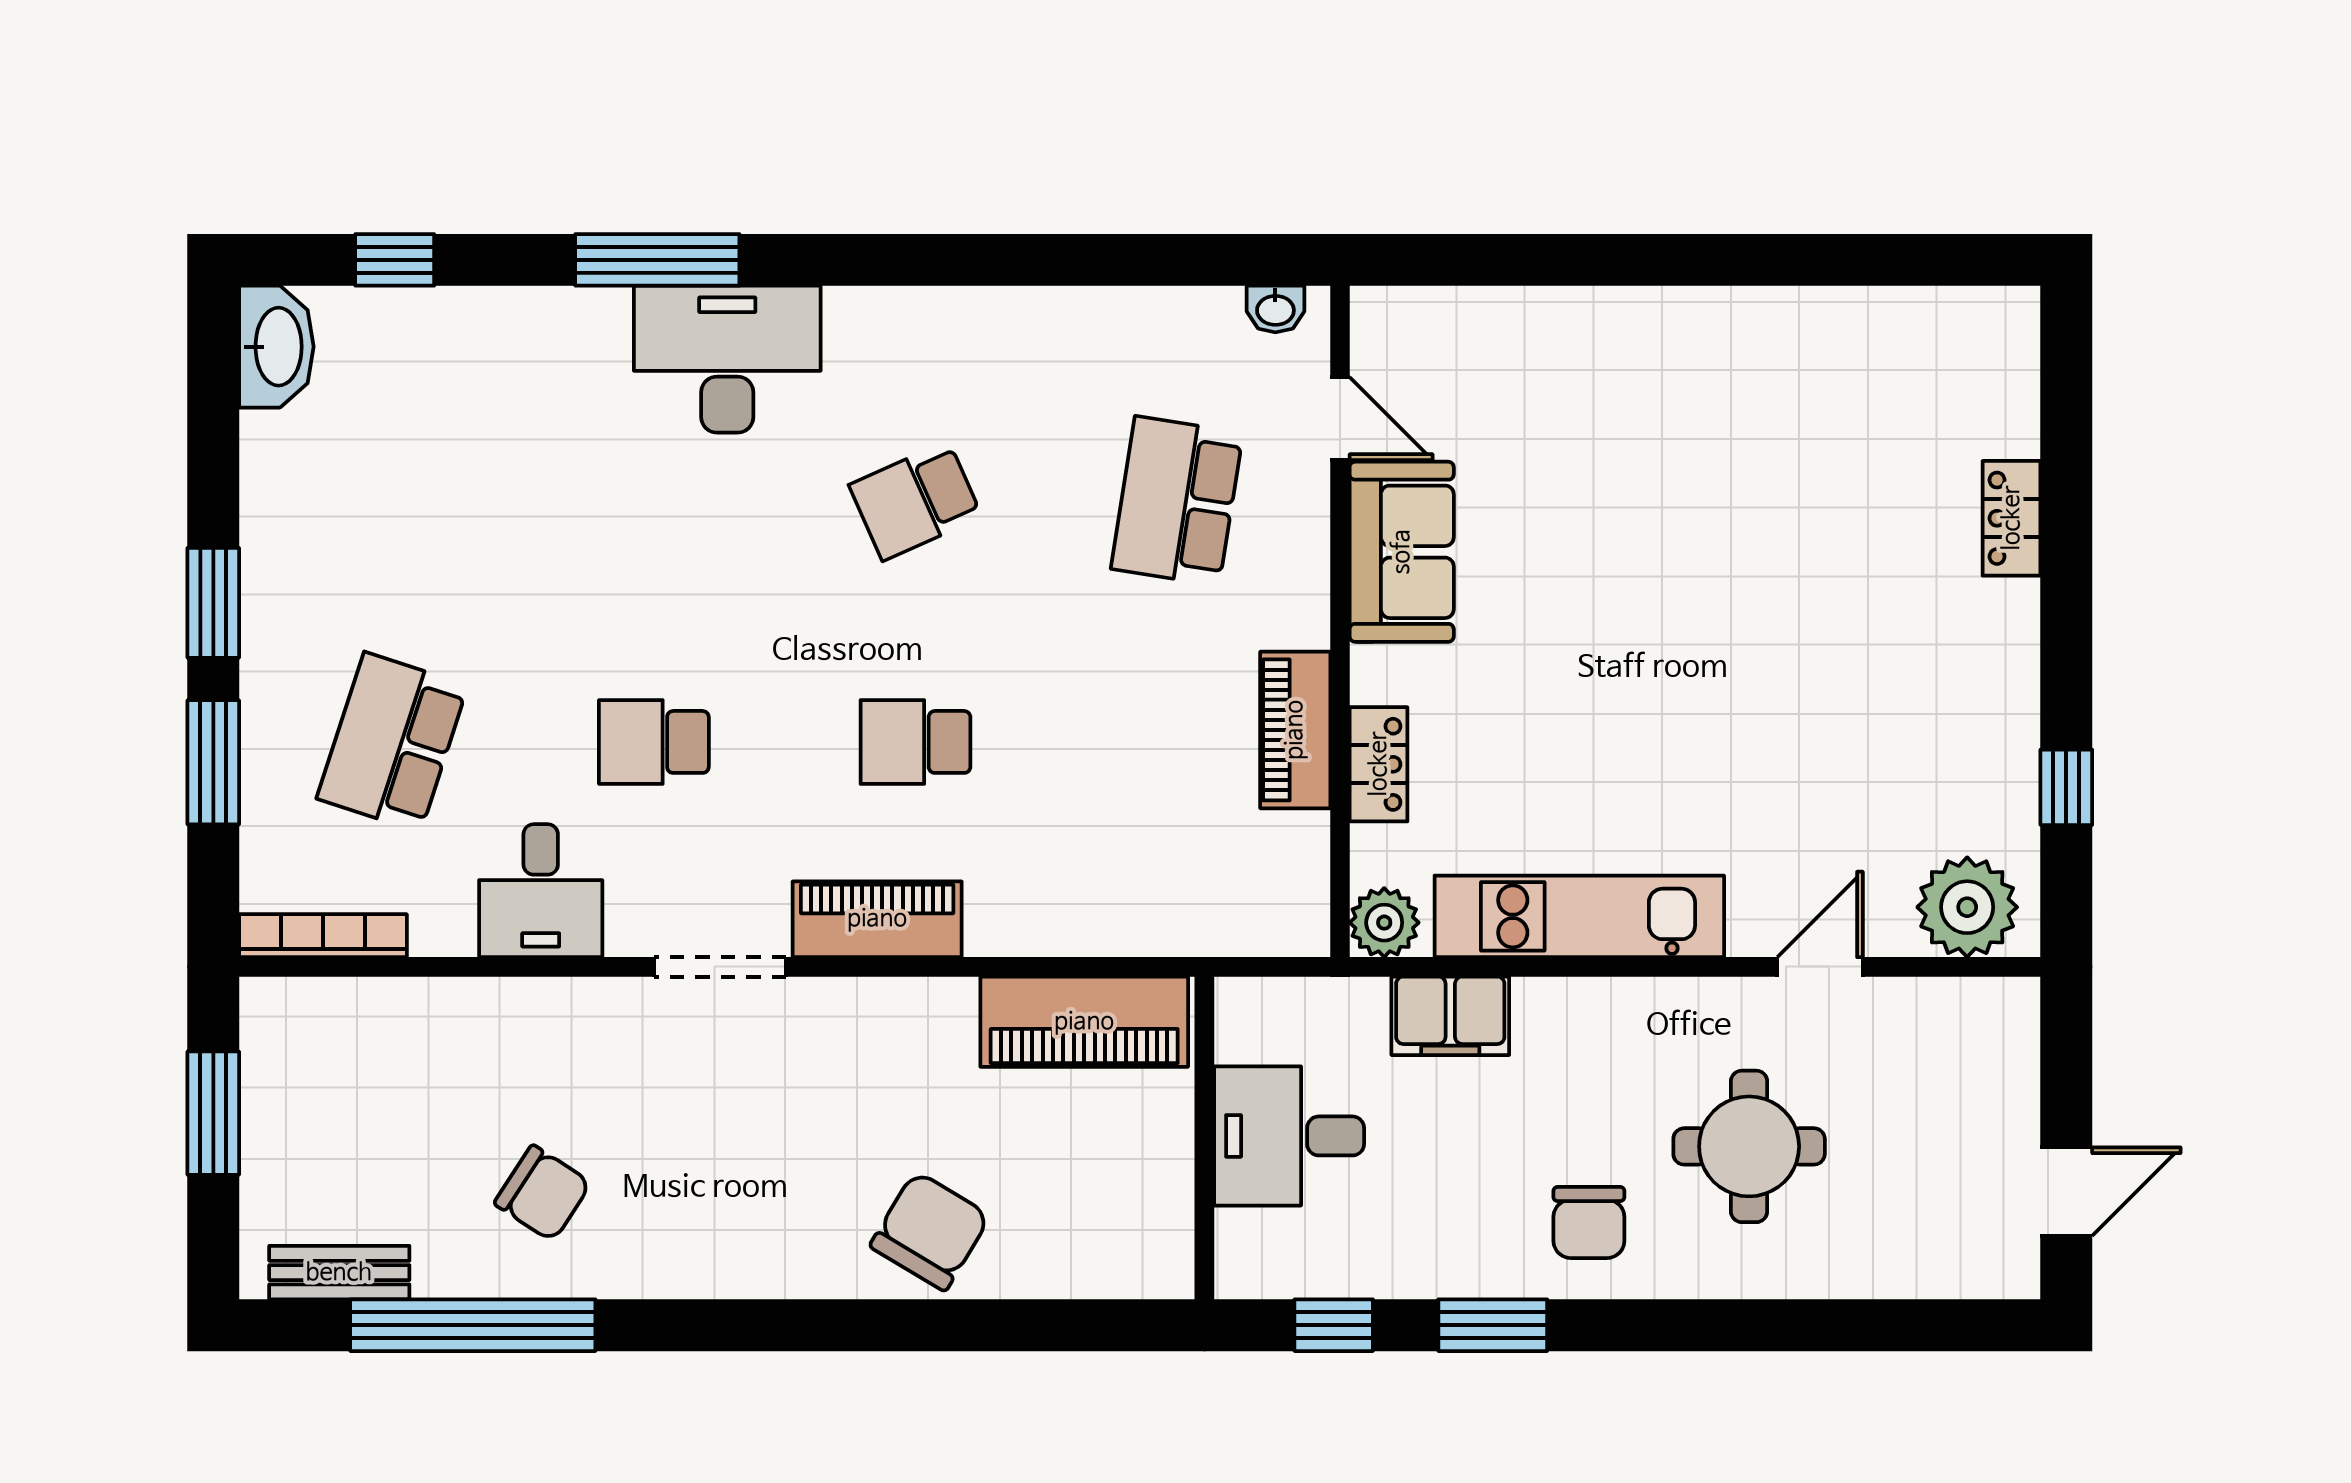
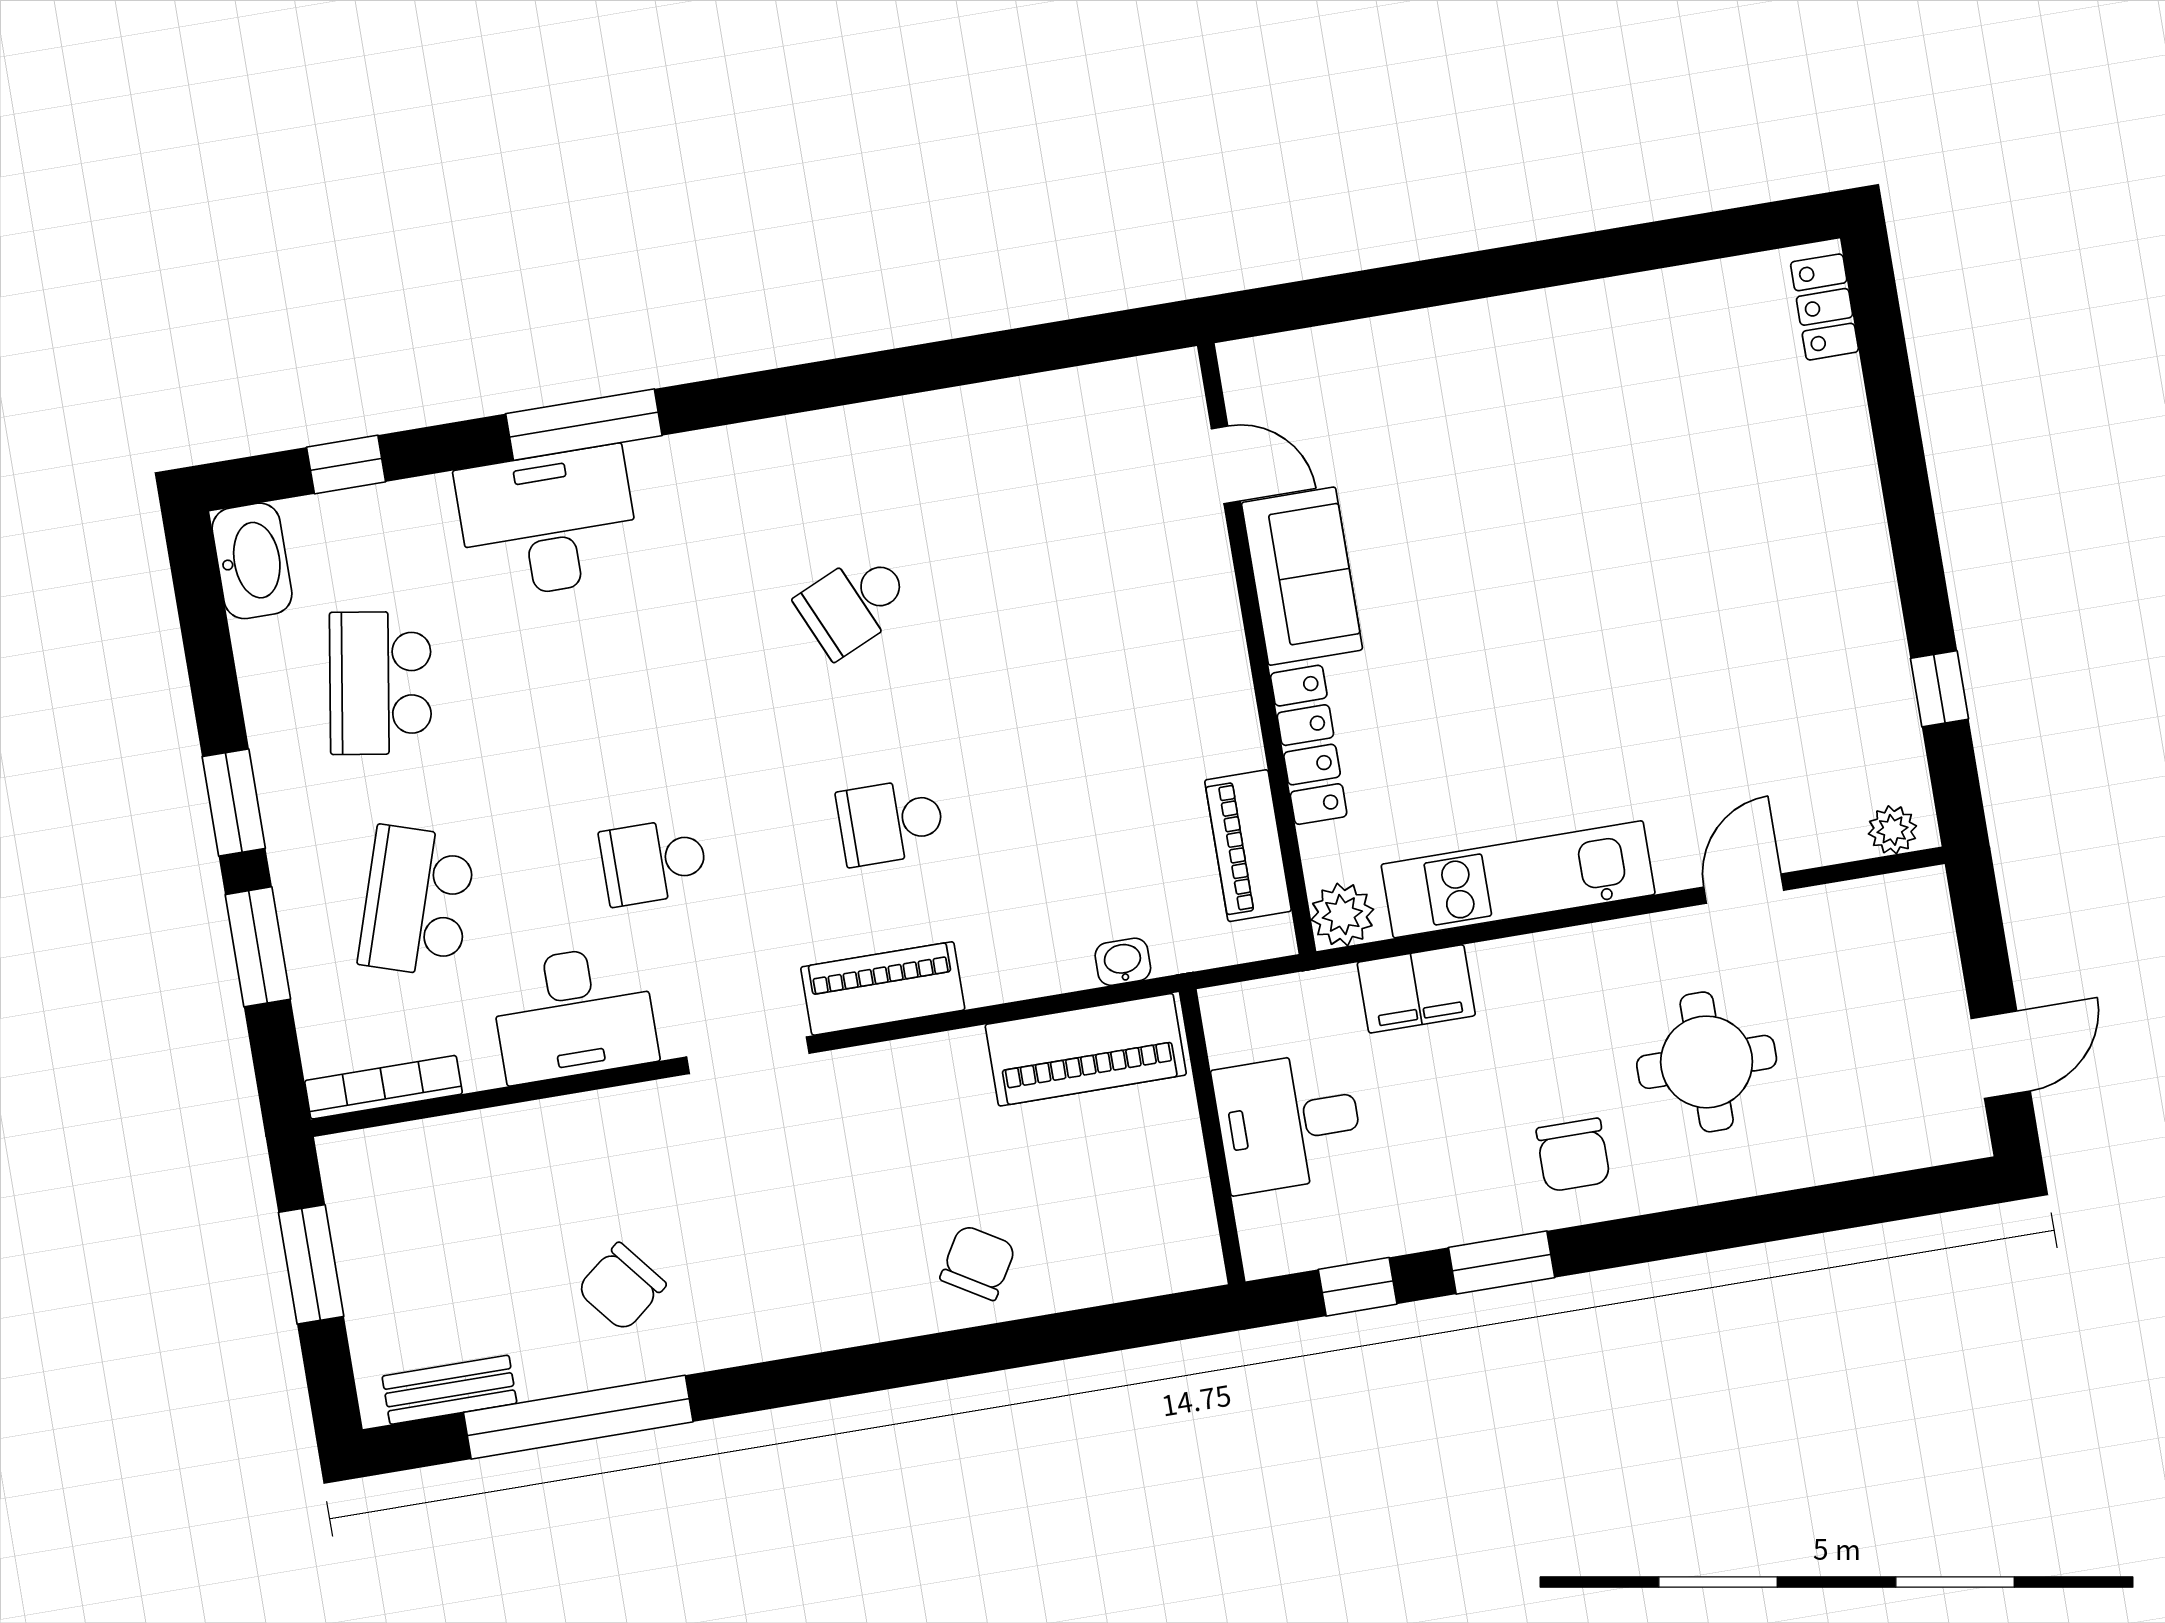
washbasin: (1275, 309) -> (1123, 962), moved, turned 180
desk: (727, 359) -> (548, 523), moved
school desk: (1177, 501) -> (380, 683), moved
locker: (2012, 518) -> (1825, 307), moved
piano: (1295, 730) -> (1248, 846), moved
locker: (1379, 764) -> (1309, 745), width x1.53
desk: (541, 891) -> (574, 1013), width x1.37
plant: (1967, 907) -> (1892, 830), width x0.53, depth x0.53
chair: (543, 1193) -> (621, 1287), turned 108
chair: (930, 1231) -> (978, 1263), width x0.73, depth x0.73

